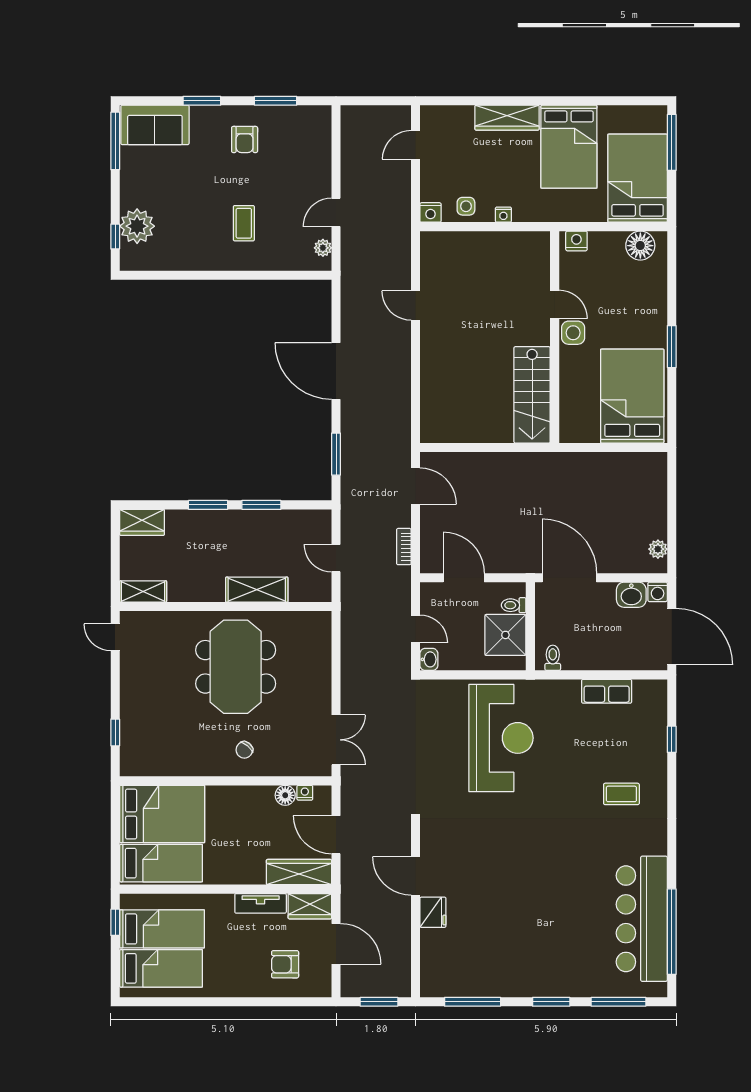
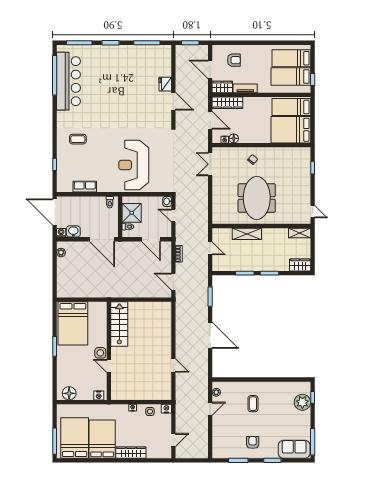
bed: (638, 178) -> (75, 438), moved, turned 180

